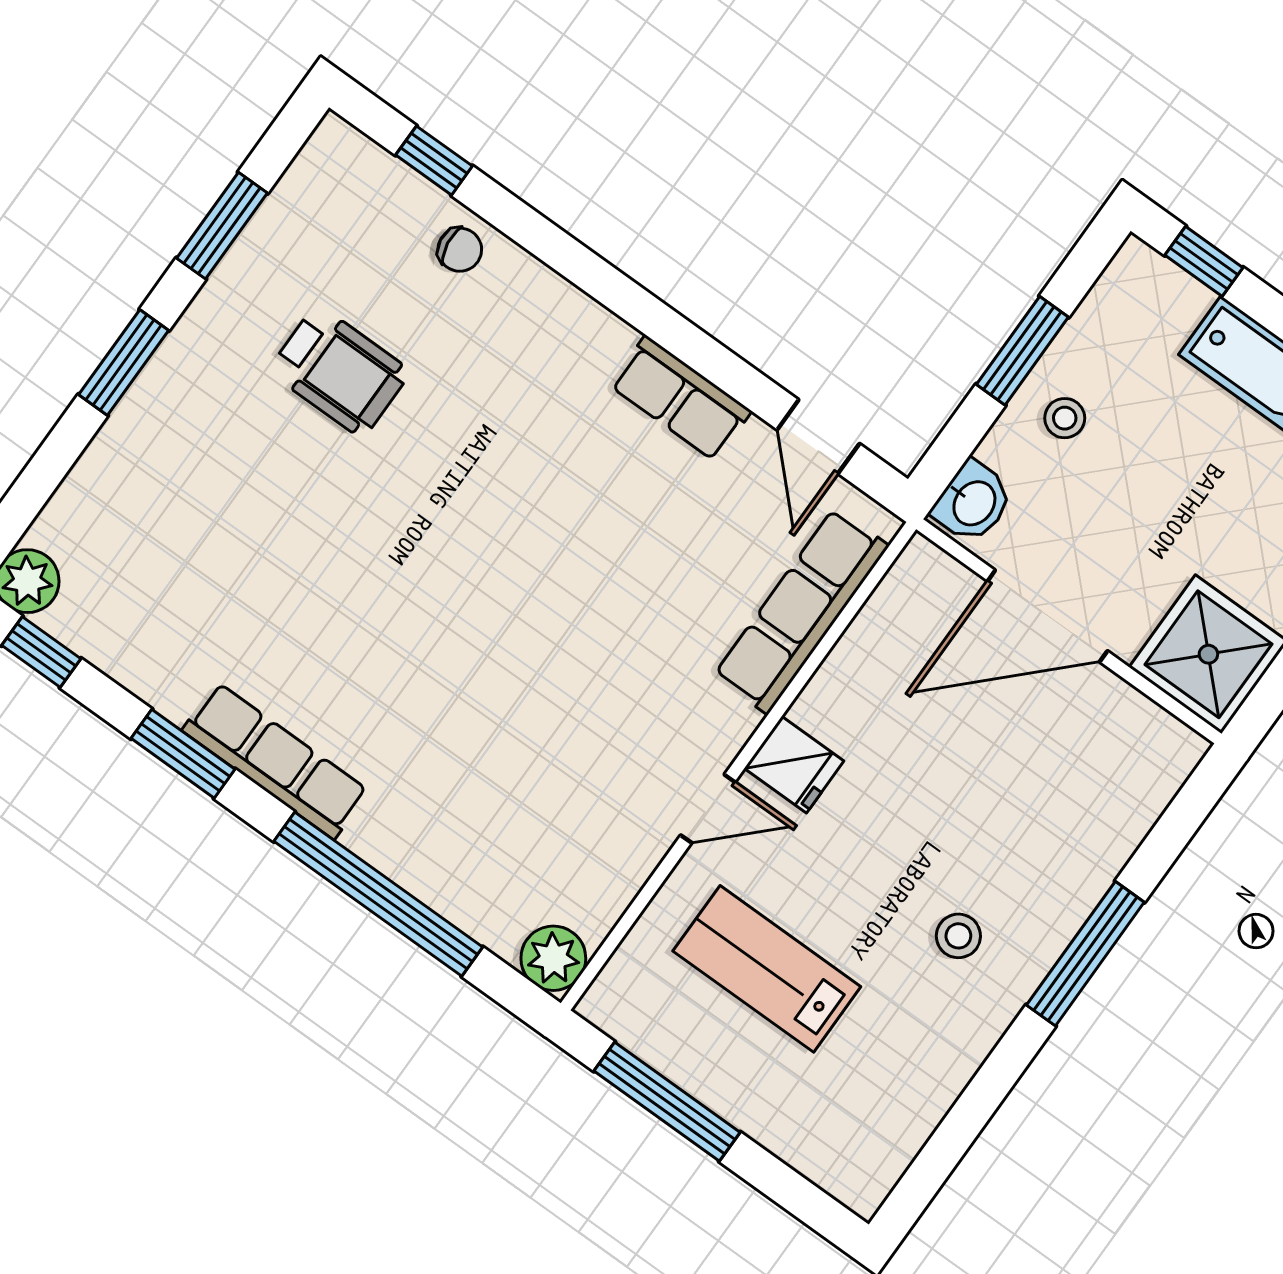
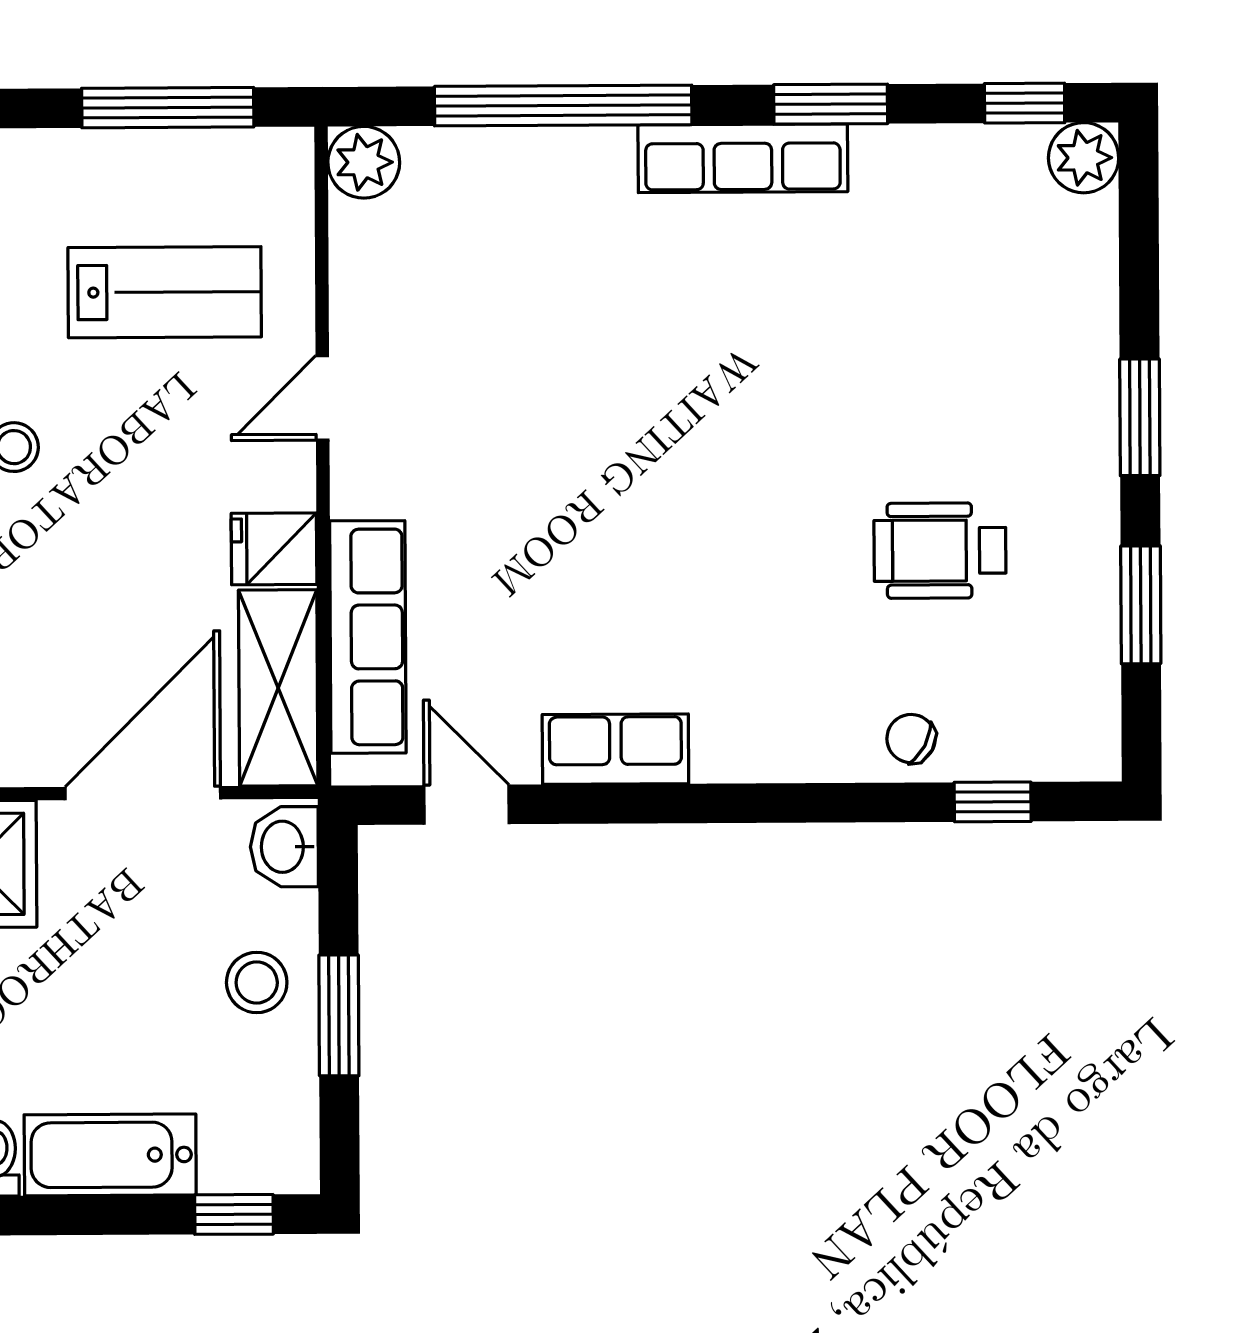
chair: (460, 250) -> (911, 739), turned 36
stool: (1065, 418) -> (257, 982), width x1.37, depth x1.37
shelving: (893, 621) -> (278, 688), added
fridge: (794, 765) -> (274, 549), moved

